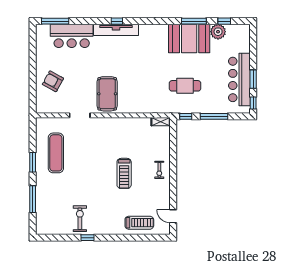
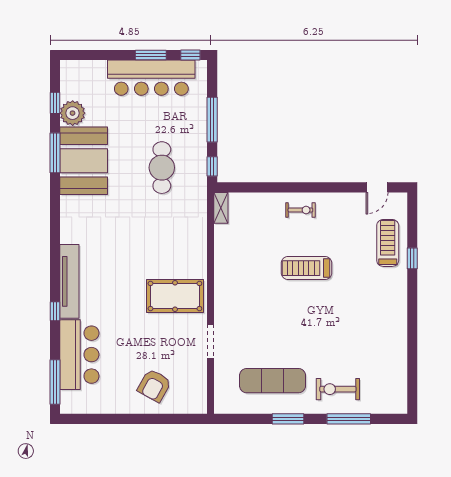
window: (117, 21) -> (55, 311), moved
treadmill: (124, 173) -> (306, 268), turned 180
exercise bike: (80, 219) -> (338, 389), moved
window: (88, 238) -> (412, 258), moved

